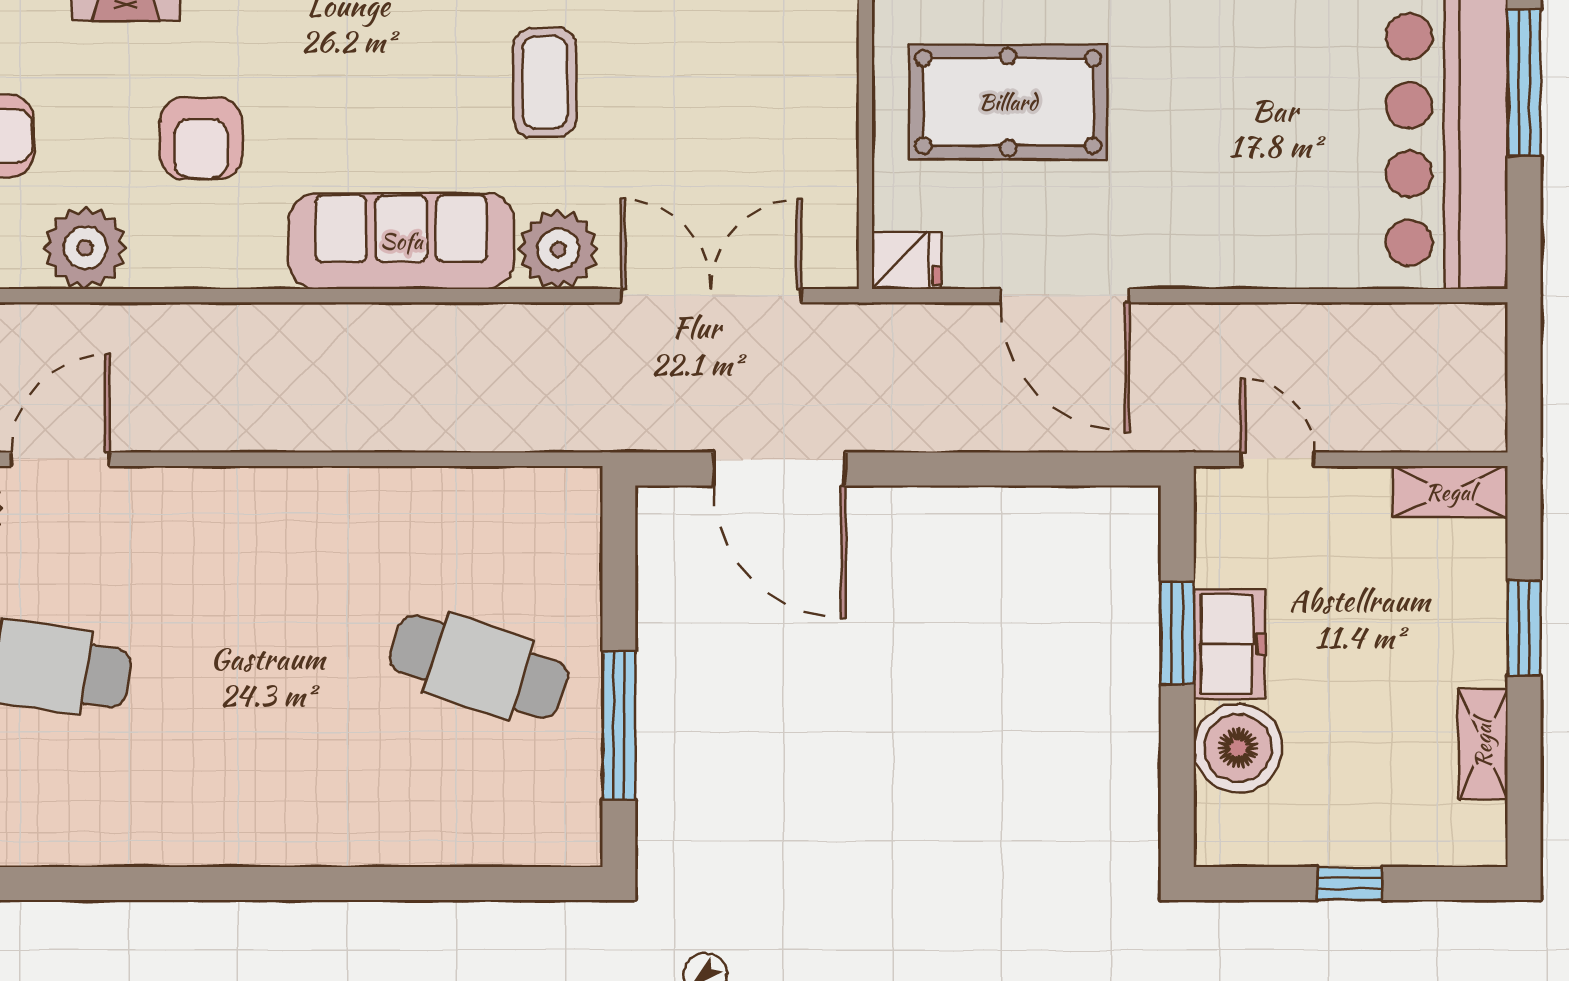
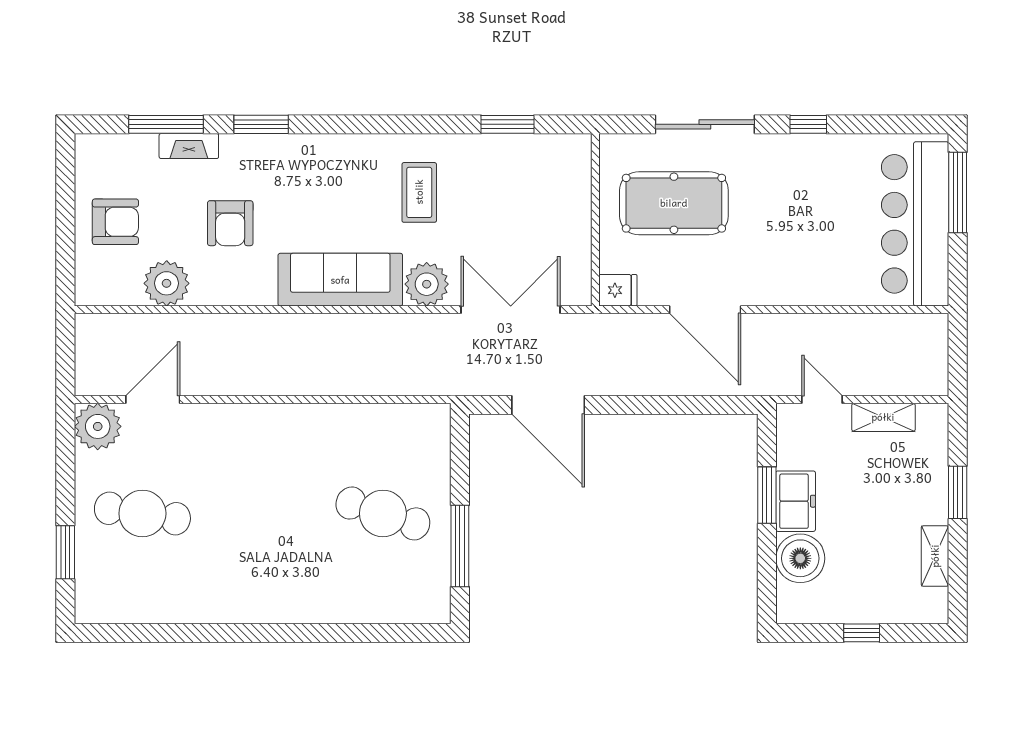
shelving: (1450, 492) -> (883, 417), moved

